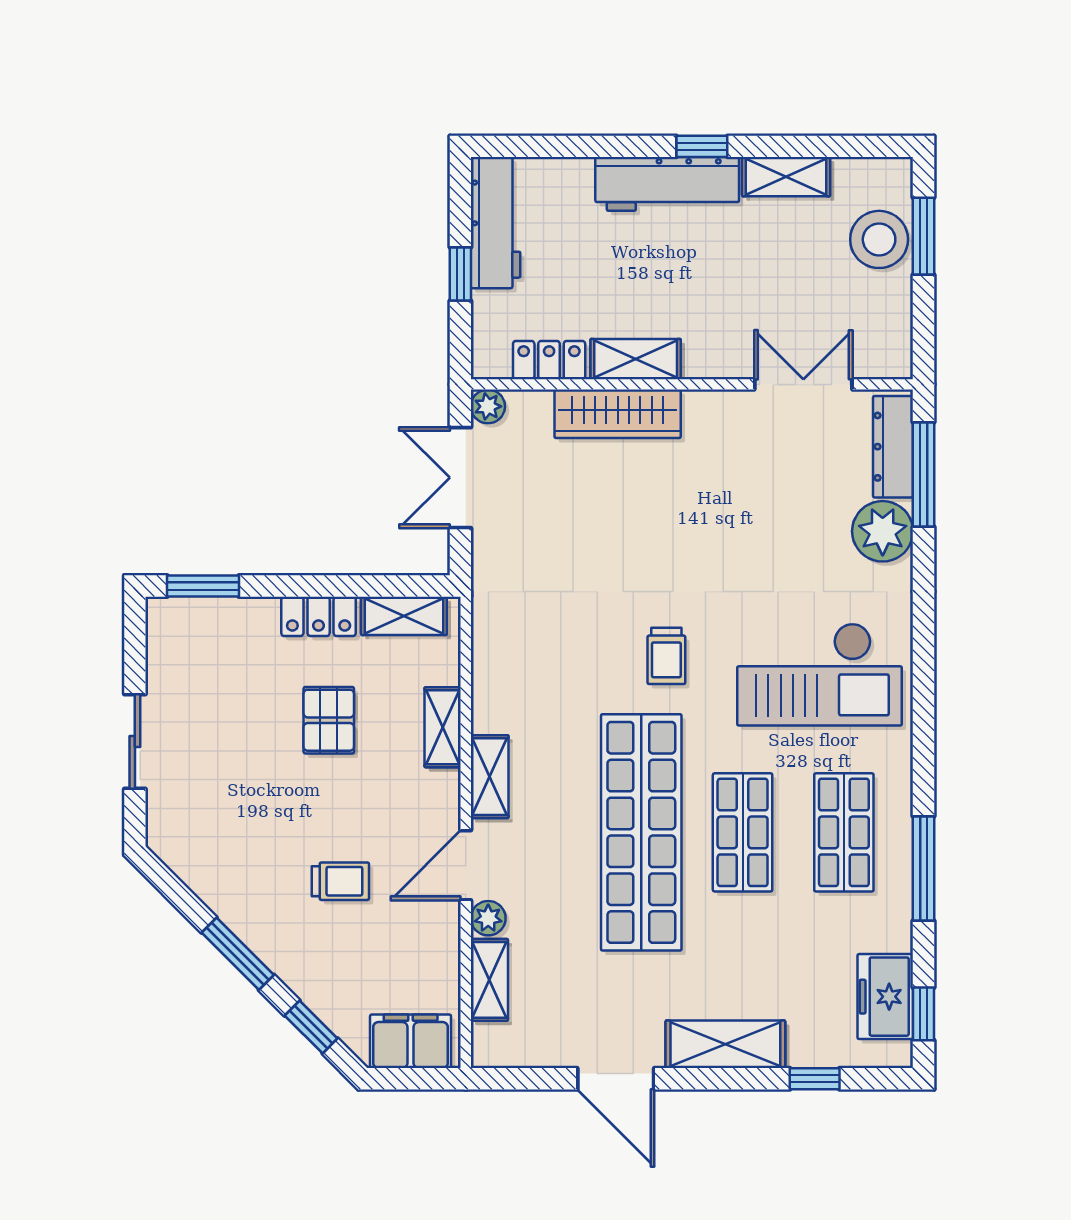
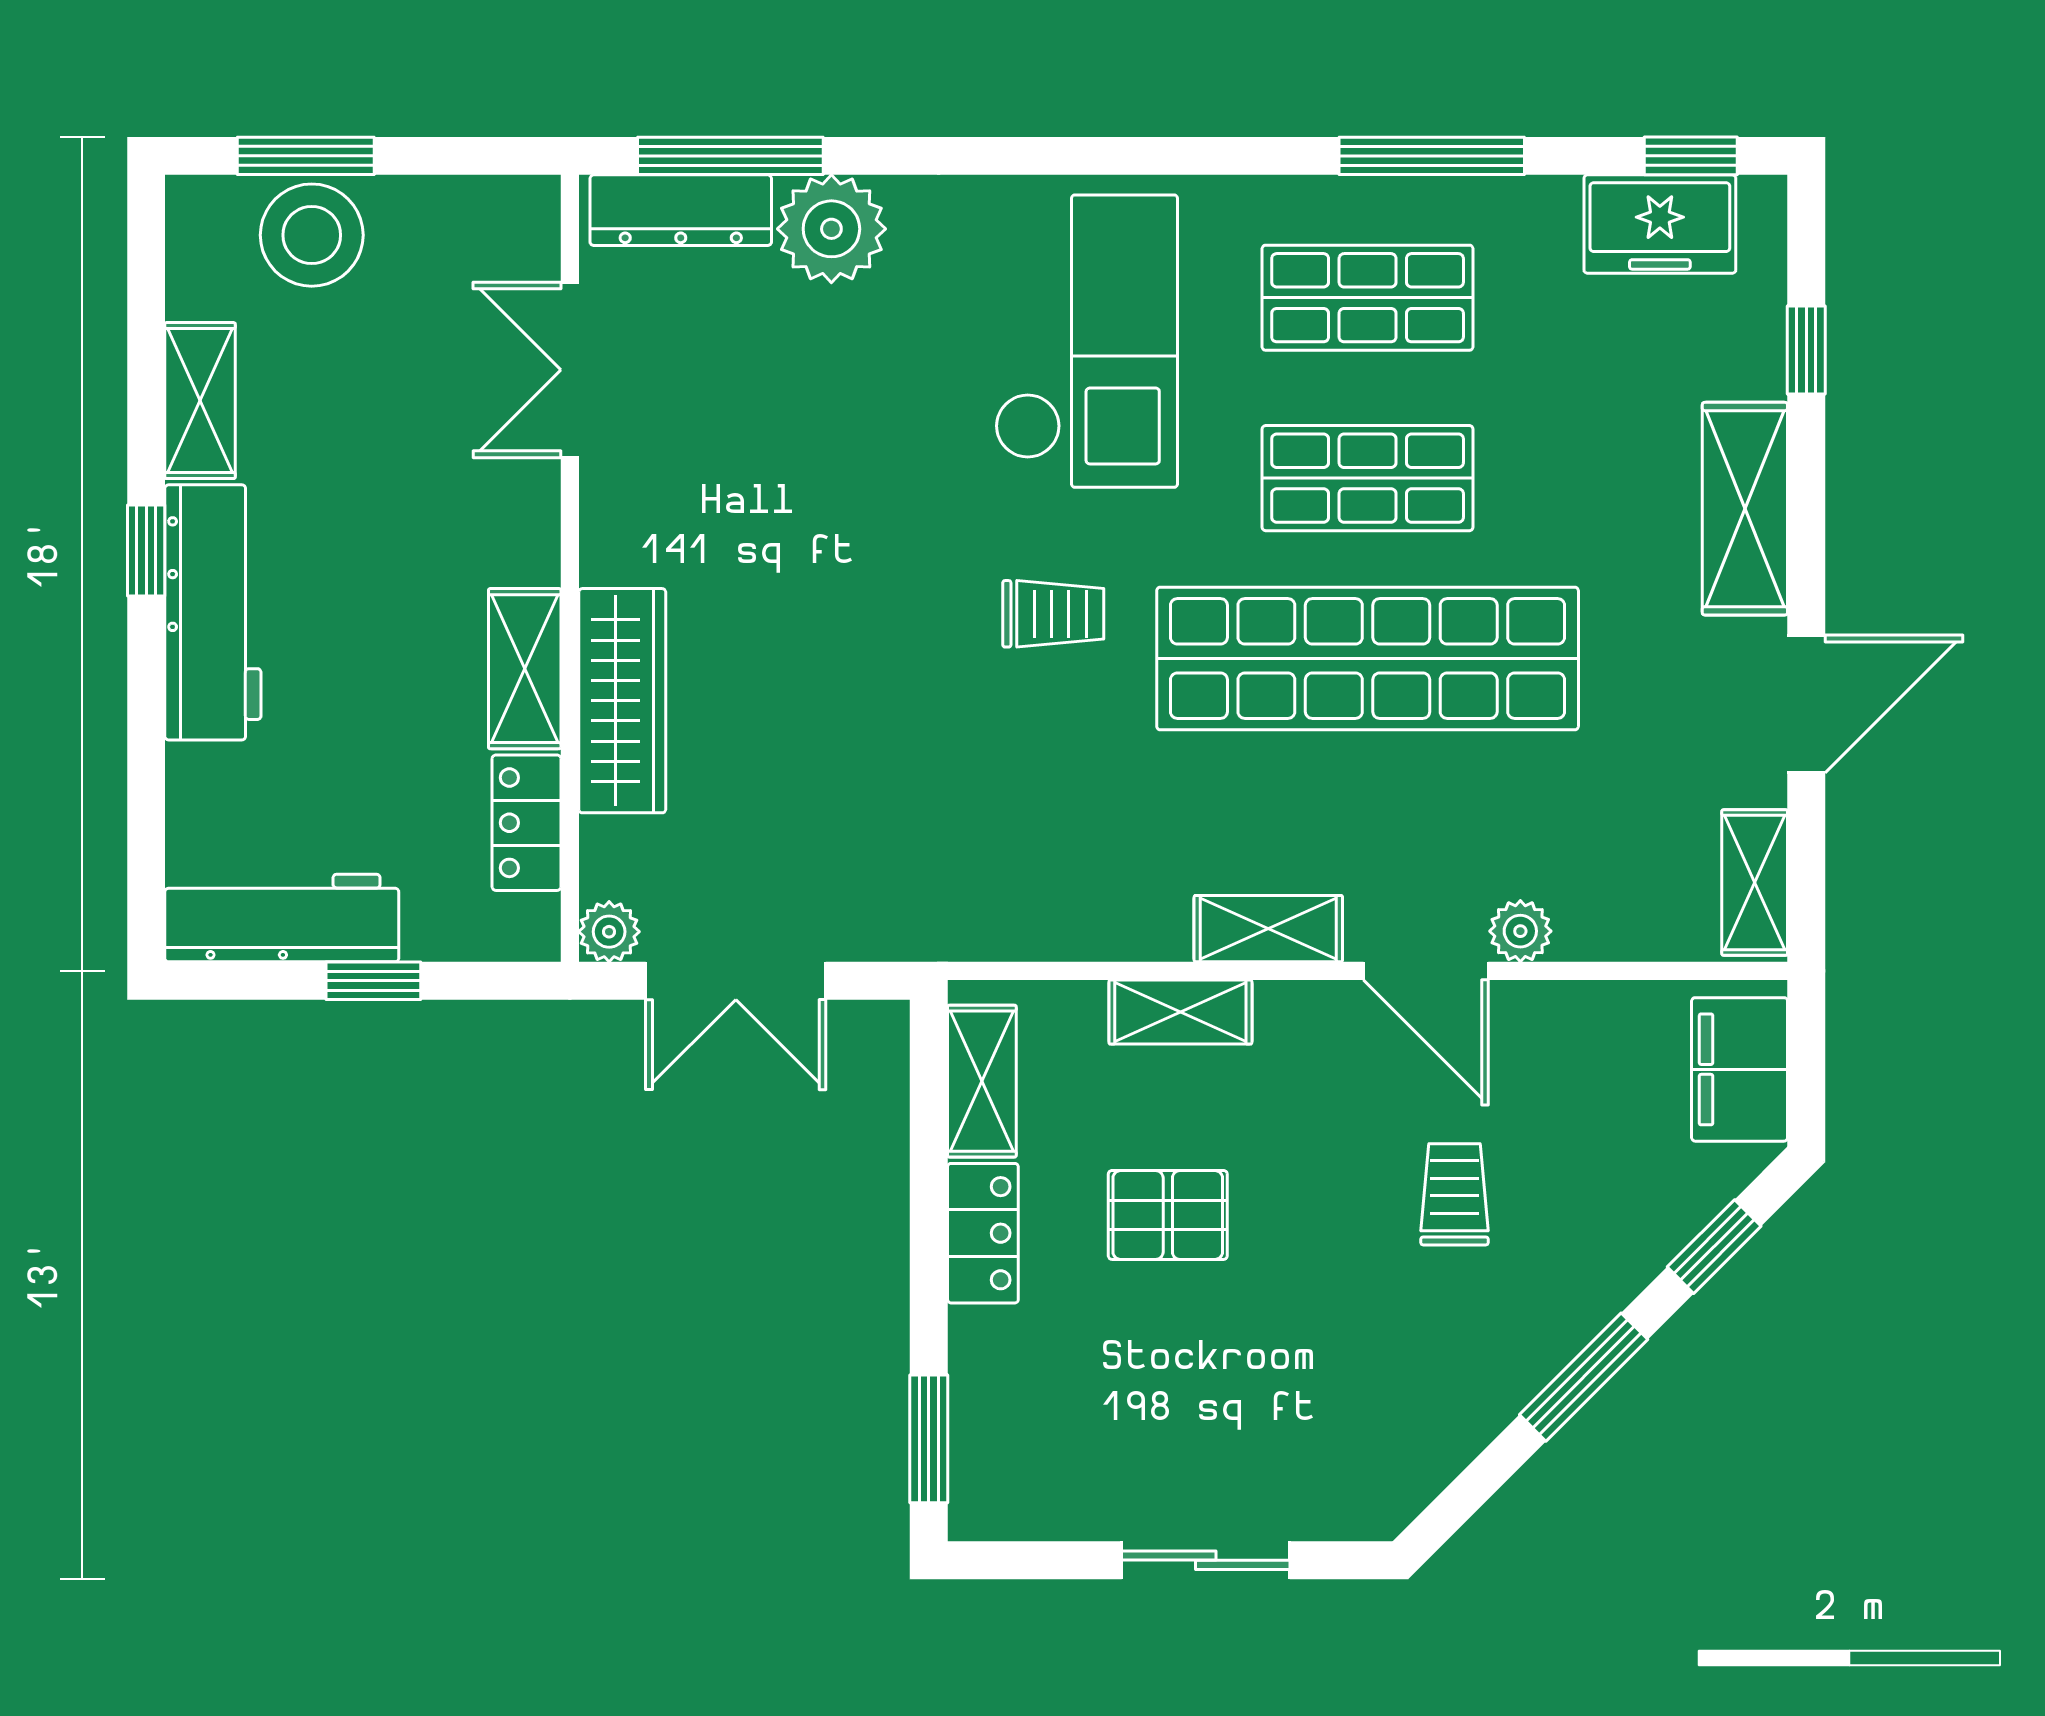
shelving: (489, 980) -> (1755, 883), moved, turned 90

